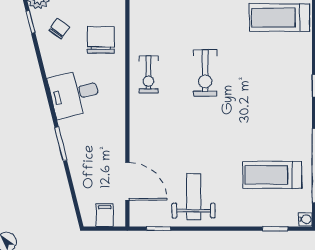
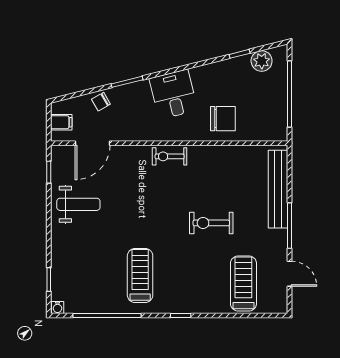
chair: (59, 29) -> (101, 102), moved, turned 114
exercise bike: (205, 73) -> (211, 223), moved
exercise bike: (148, 74) -> (170, 156), moved
treadmill: (272, 175) -> (140, 275), moved

